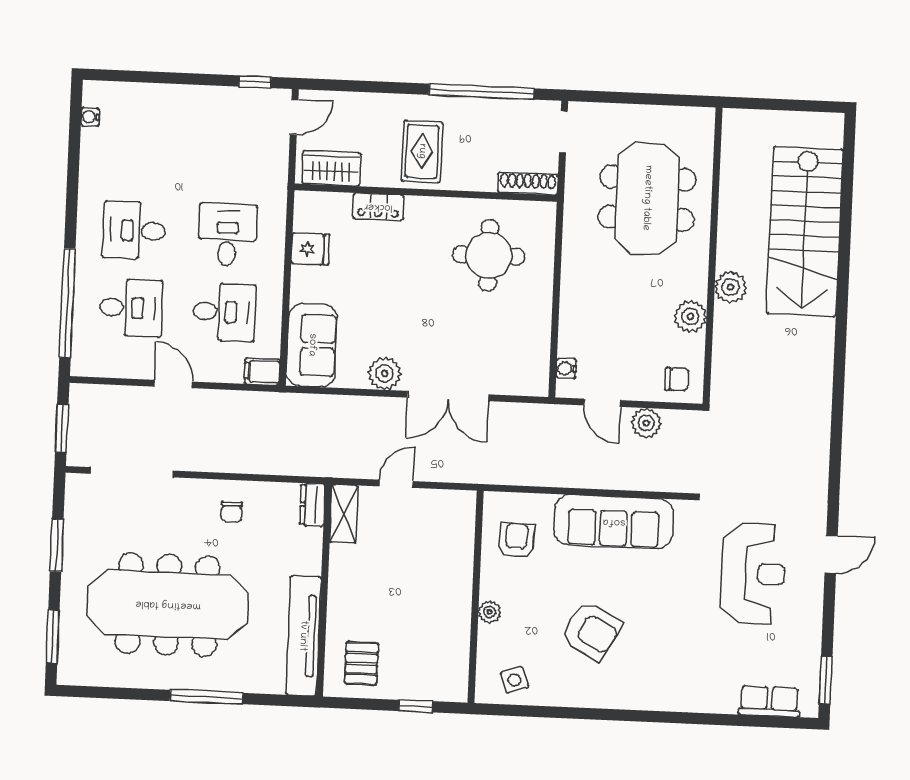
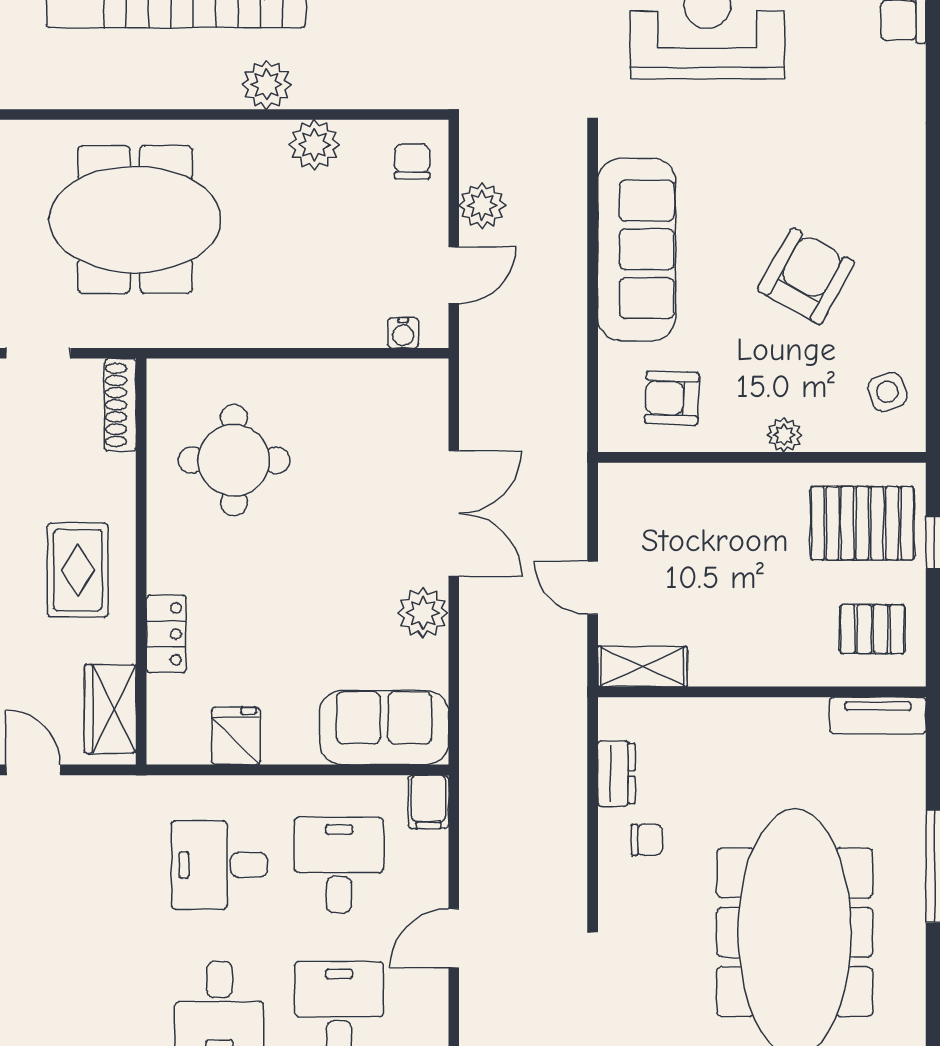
rug: (422, 151) -> (78, 570), turned 90
dresser: (312, 505) -> (616, 773), moved, turned -90
tv unit: (303, 636) -> (878, 715), width x0.52, depth x0.78
pallet: (430, 660) -> (862, 523), added

